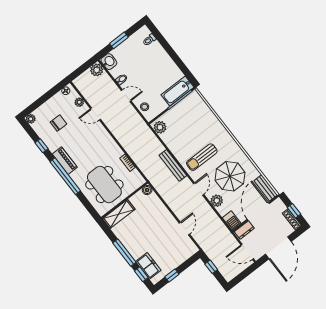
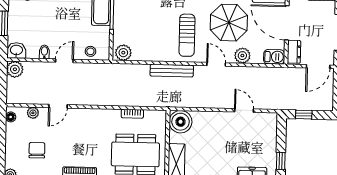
boiler: (147, 190) -> (180, 122), width x1.86, depth x1.86

